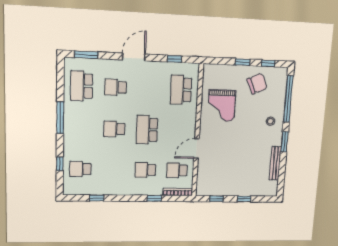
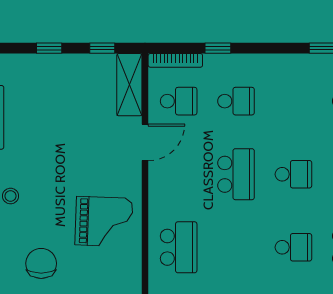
chair: (257, 84) -> (41, 263), turned 114
grand piano: (222, 106) -> (104, 221), turned 92
shelving: (203, 179) -> (129, 85), added

